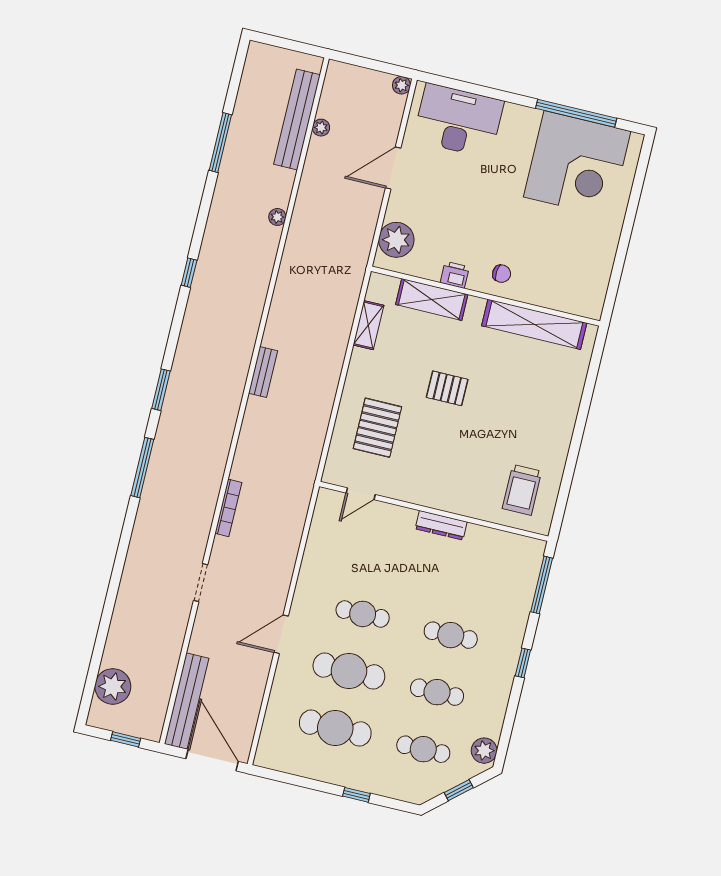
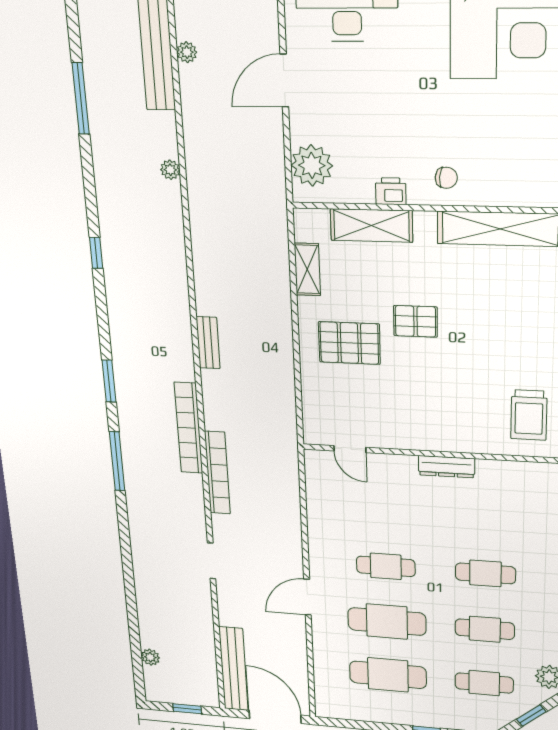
pallet: (377, 428) -> (349, 343), moved, turned 90
bookcase: (220, 448) -> (189, 428), added
door: (361, 494) -> (350, 449), hinge flipped
bookcase: (228, 508) -> (217, 473), width x1.48, depth x1.31
plant: (113, 686) -> (150, 657), width x0.53, depth x0.53

